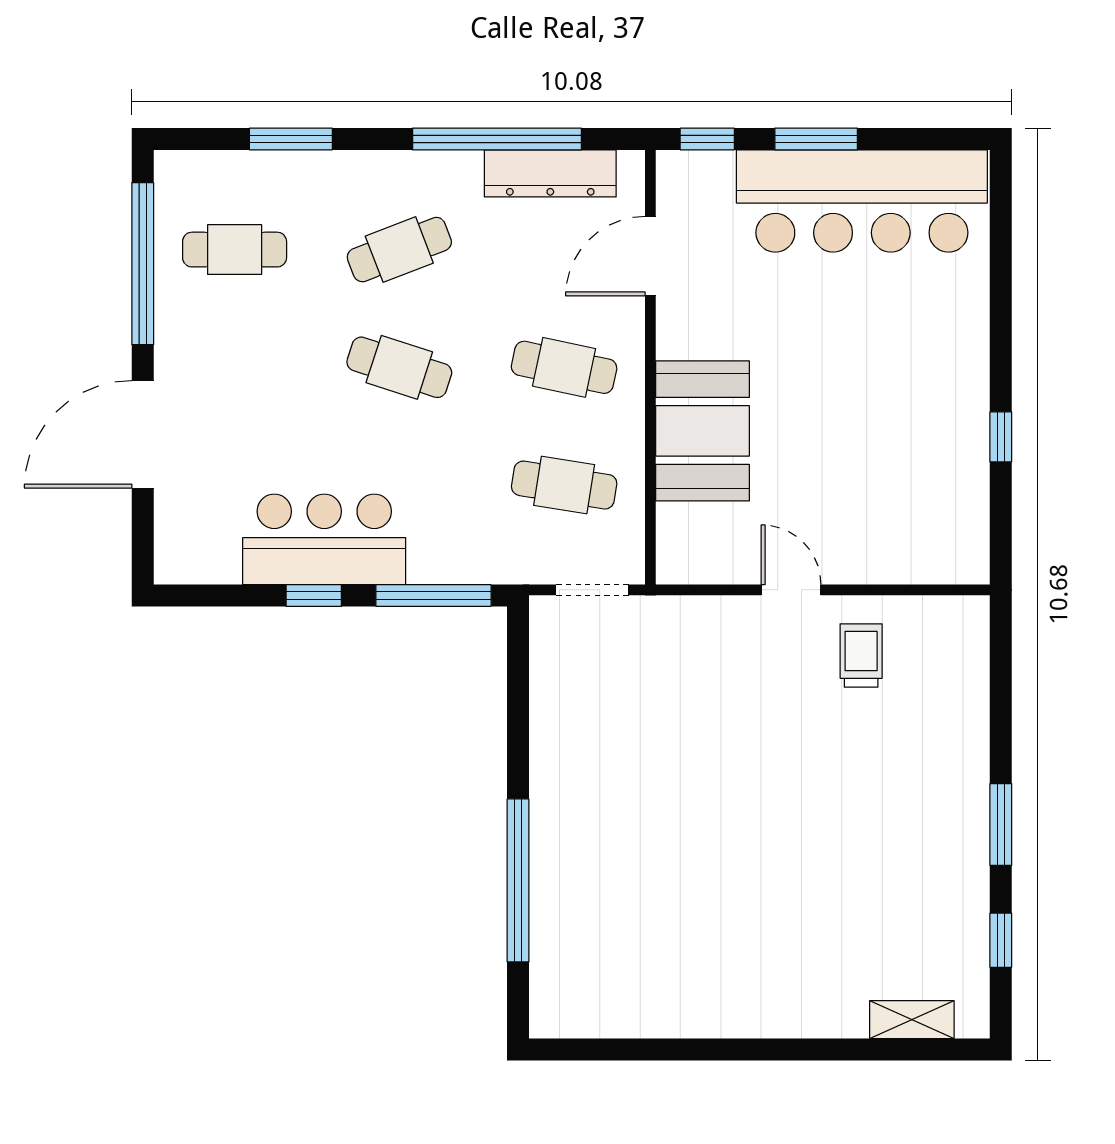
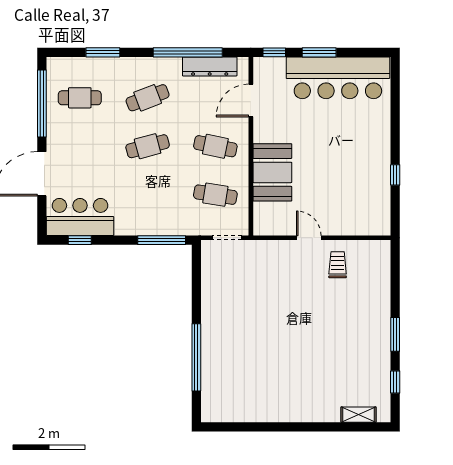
cafe table: (399, 367) -> (148, 146), turned -33
bar counter: (324, 539) -> (80, 217), moved
window: (314, 596) -> (80, 240), moved

